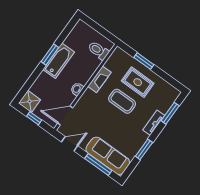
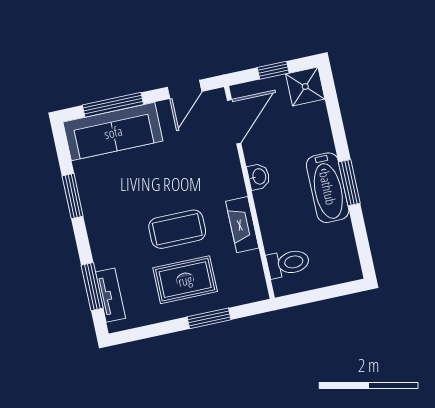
tv unit: (154, 123) -> (110, 295), moved

